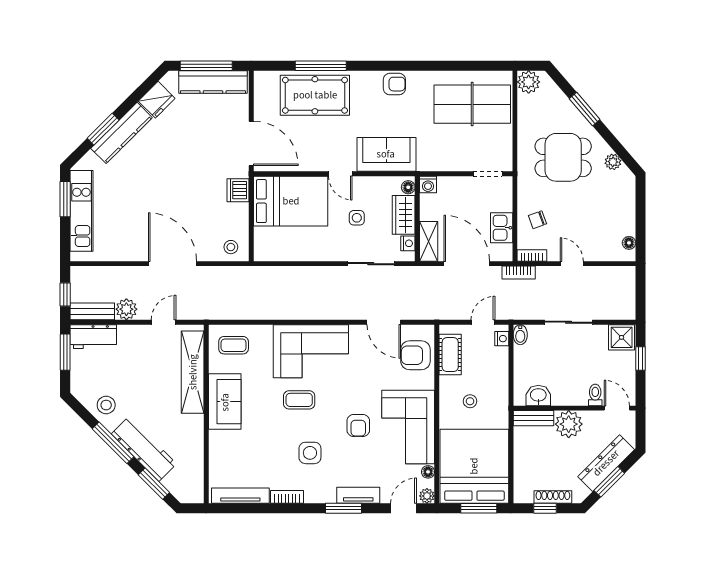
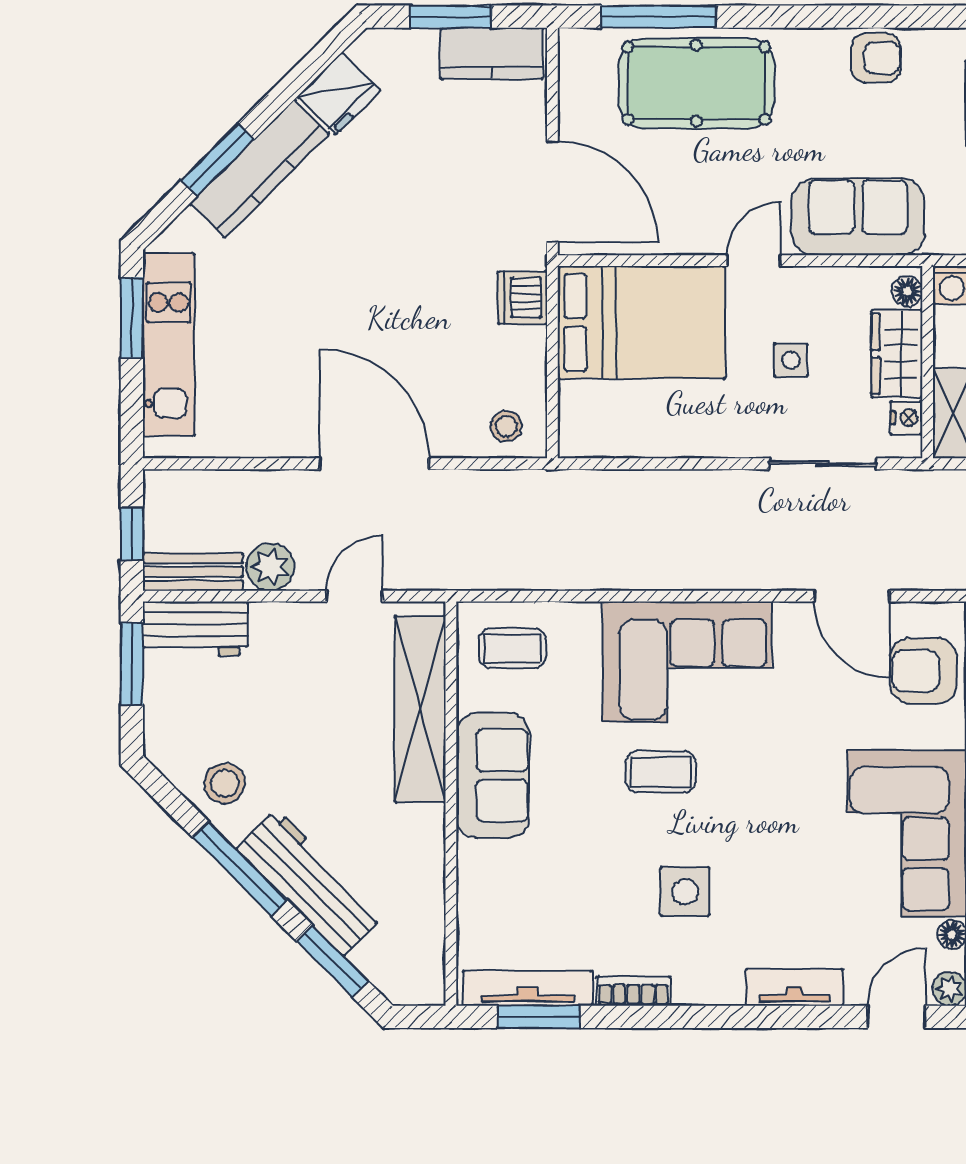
window: (206, 66) -> (451, 17), width x0.69
window: (321, 66) -> (658, 17), moved
kitchen counter: (213, 82) -> (492, 53), width x0.67
door: (340, 174) -> (754, 261), swing flipped
armchair: (358, 425) -> (794, 830), removed
window: (343, 508) -> (539, 1017), moved

